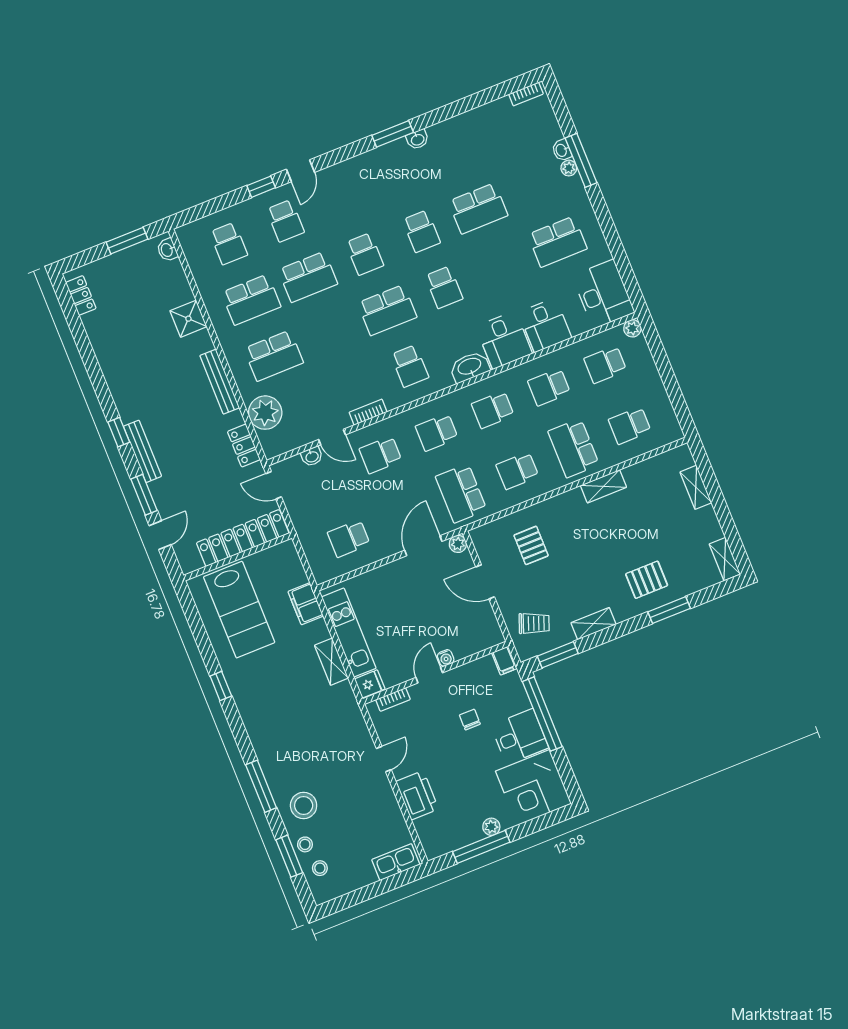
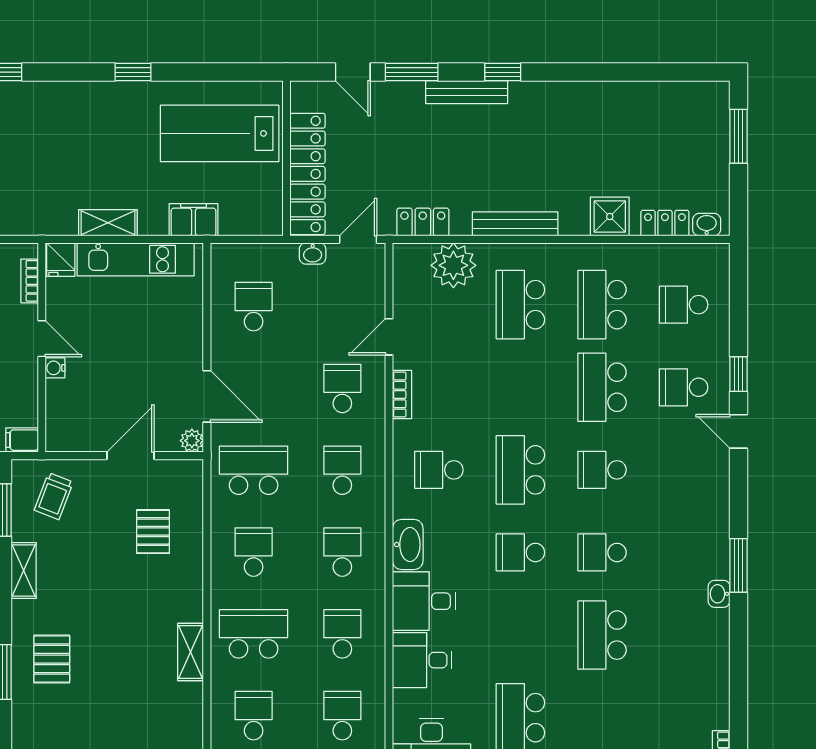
window: (127, 241) -> (739, 136), moved
locker: (81, 295) -> (665, 223), moved, turned 180
washbasin: (312, 456) -> (313, 253), moved, turned -90
pallet: (531, 545) -> (153, 532), turned 90

